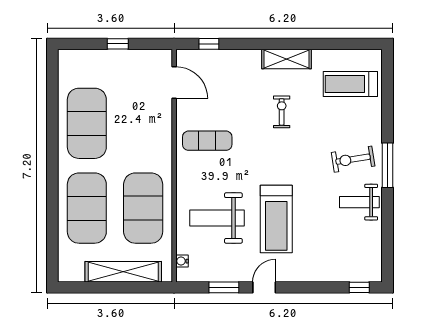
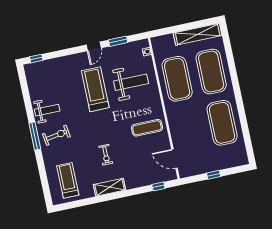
treadmill: (350, 84) -> (68, 180), turned -90
shelving: (123, 272) -> (198, 34), moved

